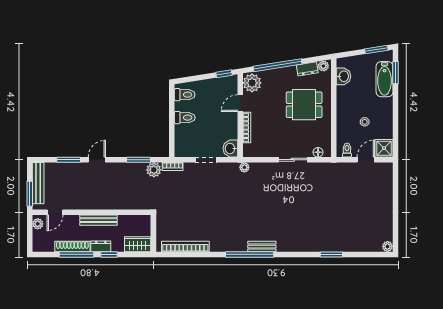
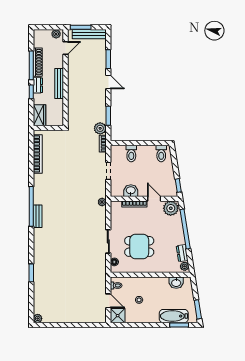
dining table: (304, 105) -> (139, 246), moved, turned 90
toilet: (185, 118) -> (131, 154), moved
washbasin: (230, 149) -> (131, 191), moved
door: (55, 212) -> (65, 48), swing flipped

